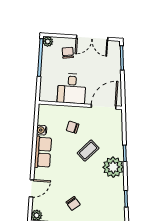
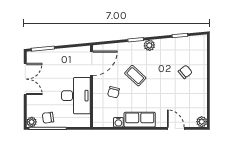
chair: (68, 53) -> (48, 118), moved
desk: (72, 89) -> (76, 96), width x1.37
door: (104, 107) -> (92, 63), swing flipped
plant: (113, 167) -> (149, 45), width x0.53, depth x0.53
chair: (73, 203) -> (185, 72), moved

